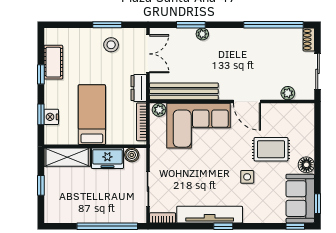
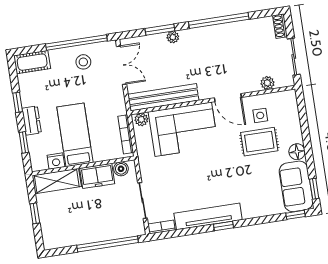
window: (107, 25) -> (76, 42), width x2.11
window: (273, 25) -> (219, 20), moved
cot: (53, 62) -> (32, 62), moved, turned 90
dresser: (139, 88) -> (32, 121), moved, turned 180
nightstand: (51, 117) -> (56, 161), moved, turned -90
side table: (247, 177) -> (260, 115), moved

